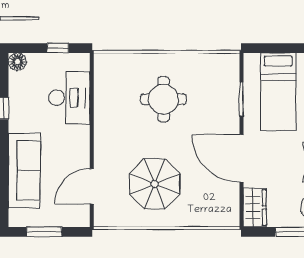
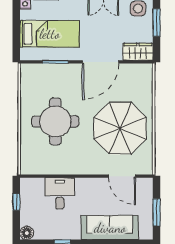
desk: (69, 98) -> (60, 193), width x0.73
round table: (163, 99) -> (55, 121), width x1.36, depth x1.36
parasol: (155, 184) -> (120, 128), width x1.36, depth x1.36

